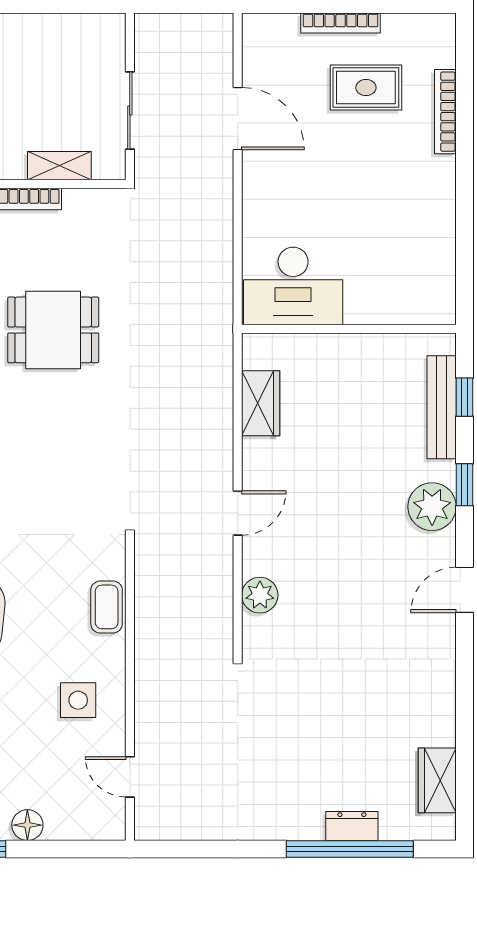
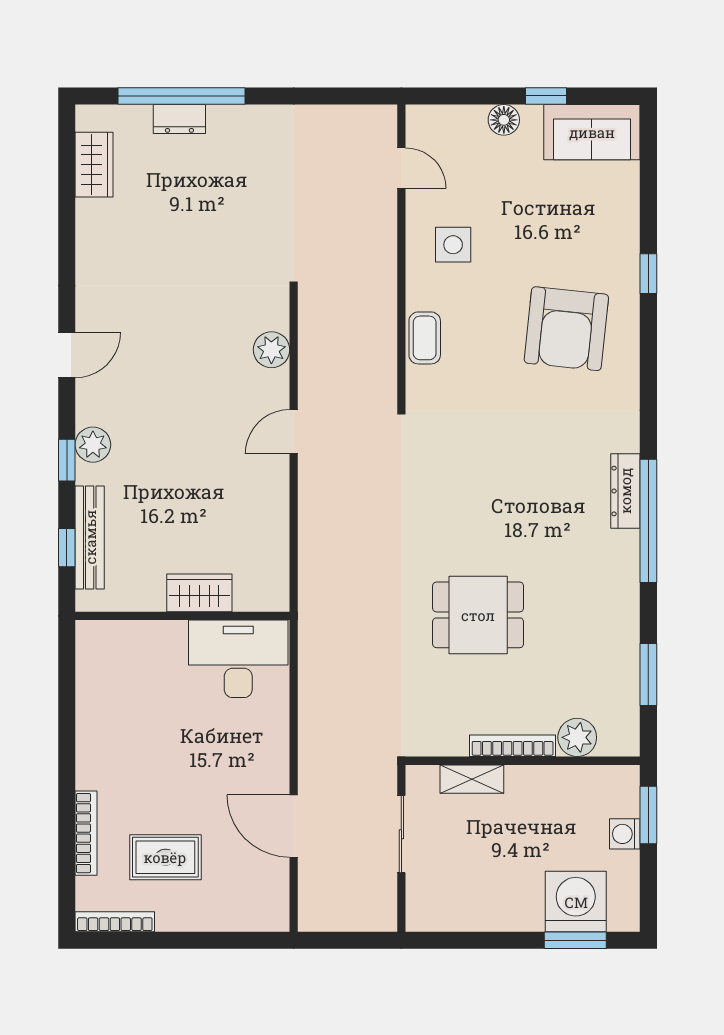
bookcase: (341, 23) -> (115, 922), moved
wardrobe: (261, 403) -> (199, 593), moved, turned 90
plant: (432, 507) -> (93, 445), width x0.73, depth x0.73

